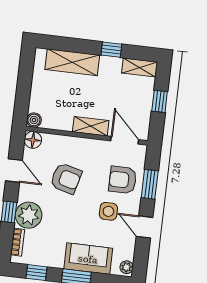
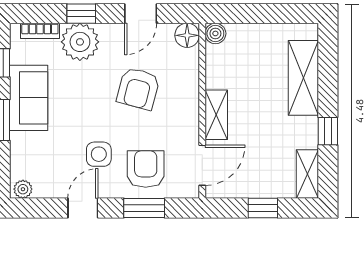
sofa: (88, 259) -> (29, 98), moved

